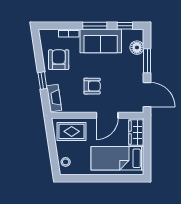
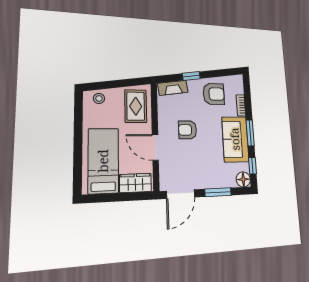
floor lamp: (137, 48) -> (243, 179), moved
armchair: (92, 86) -> (188, 130), turned 90

